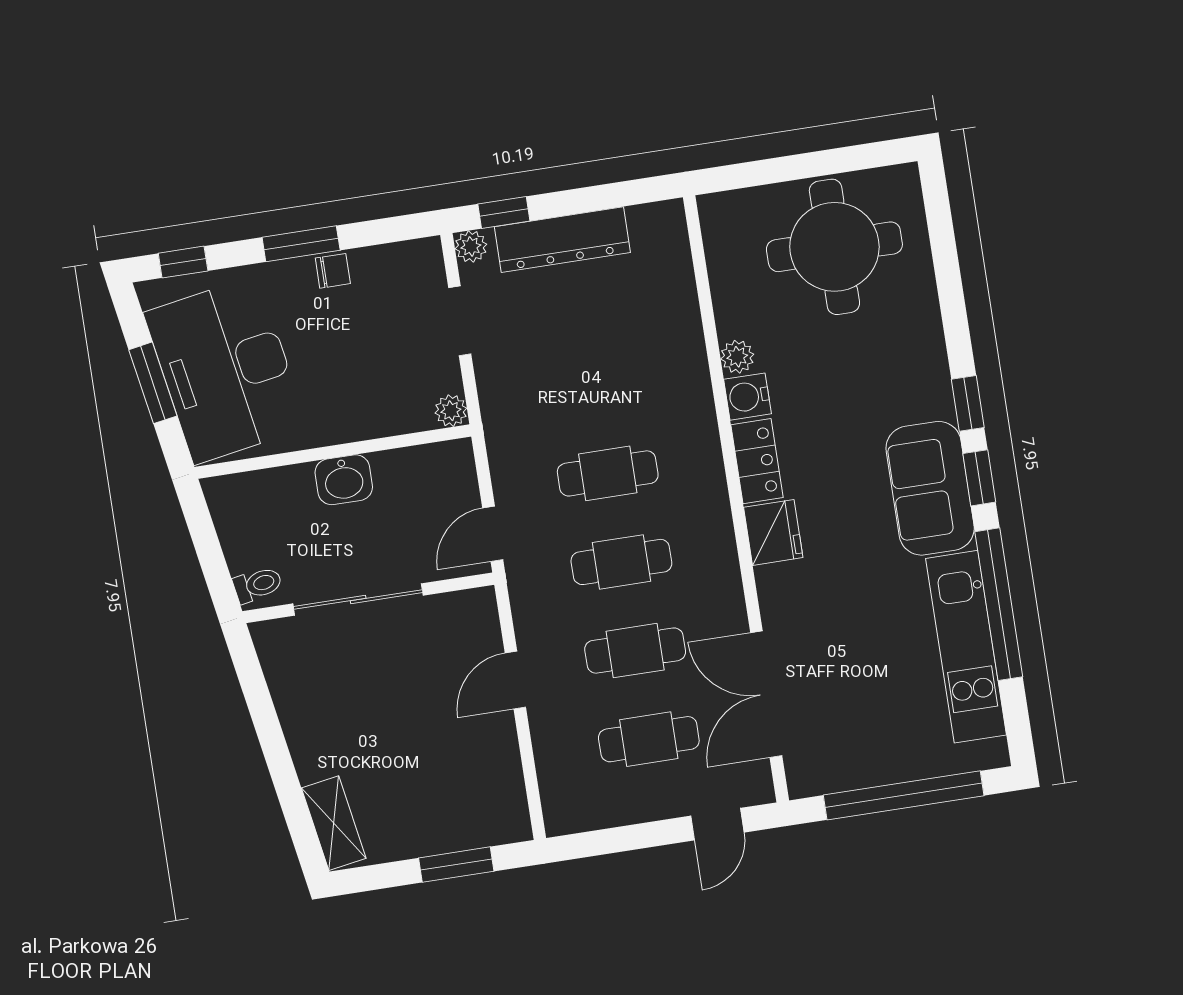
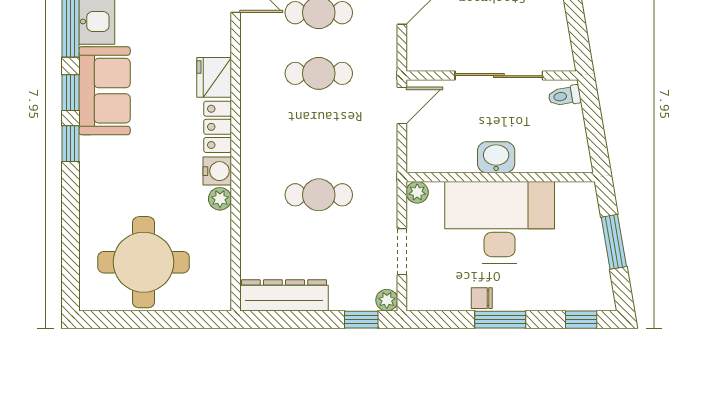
dresser: (562, 240) -> (284, 295), moved
desk: (226, 370) -> (500, 222), moved, turned -80
cafe table: (608, 473) -> (319, 195), moved

